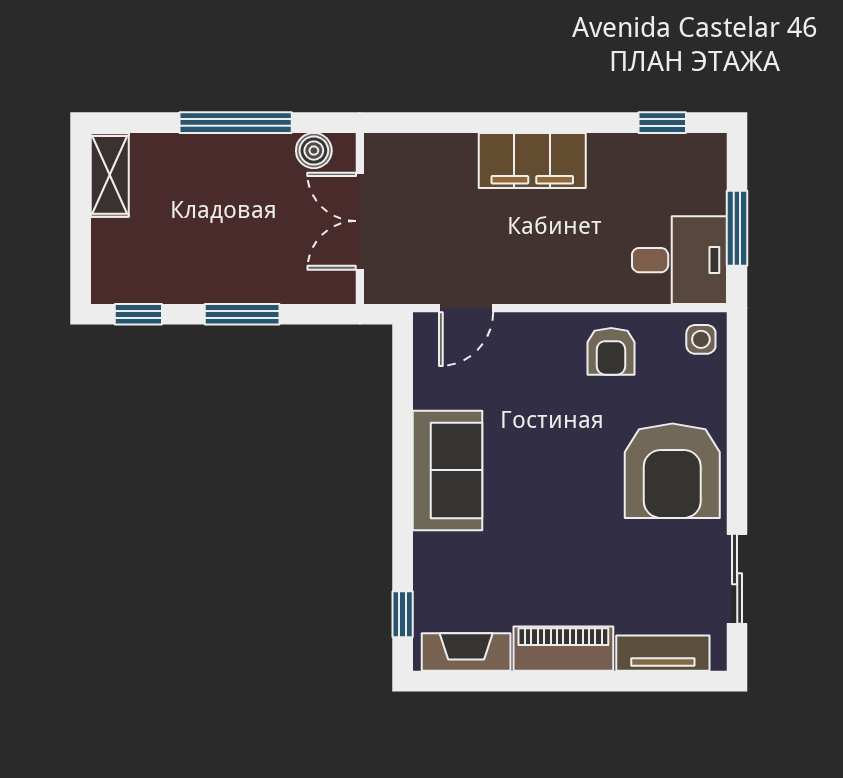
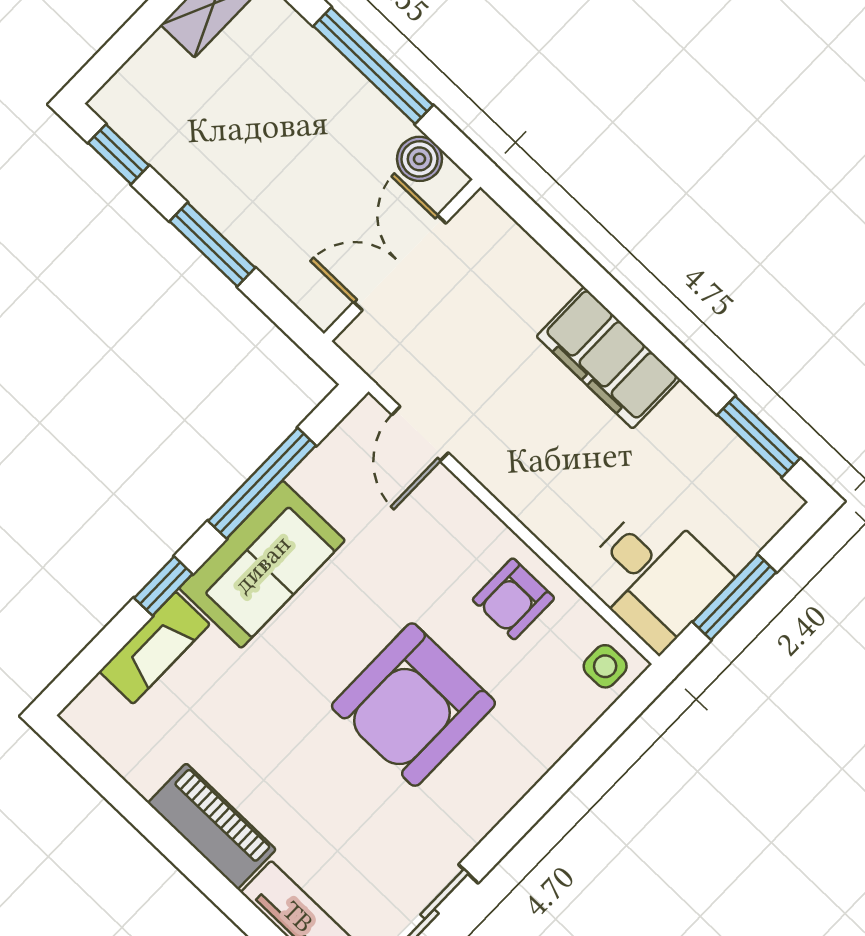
window: (662, 123) -> (759, 437), width x1.50
door: (466, 308) -> (420, 434), hinge flipped
window: (403, 424) -> (262, 483), added
armchair: (672, 471) -> (413, 705), moved
window: (403, 614) -> (163, 586), moved
fireplace: (466, 652) -> (154, 648), moved, turned 90

